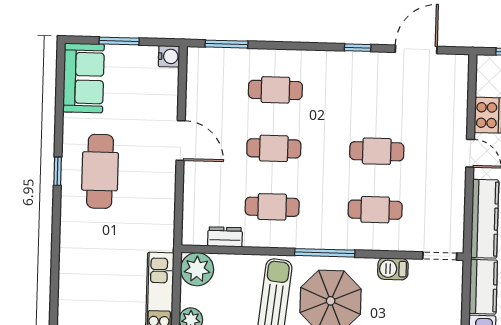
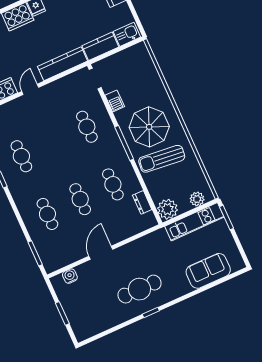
water cooler: (169, 56) -> (70, 276), moved
sofa: (83, 78) -> (208, 271), moved
cafe table: (377, 151) -> (21, 156), moved

